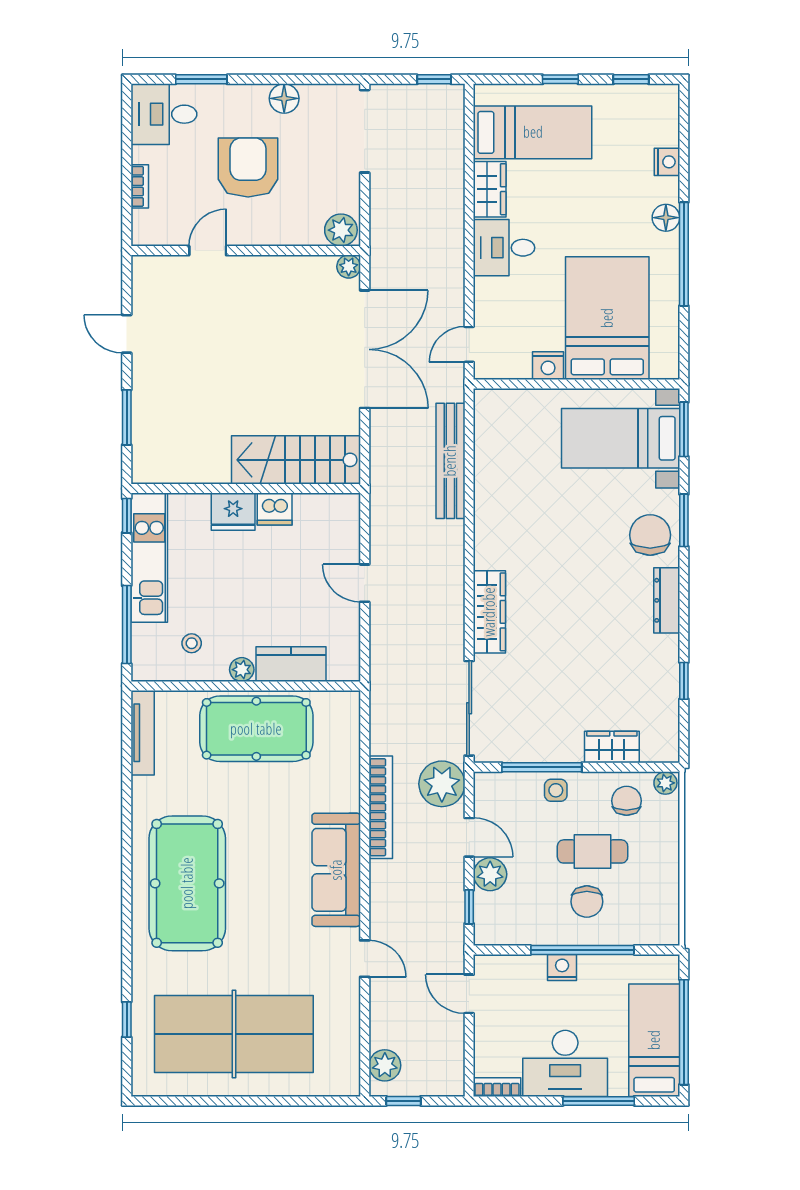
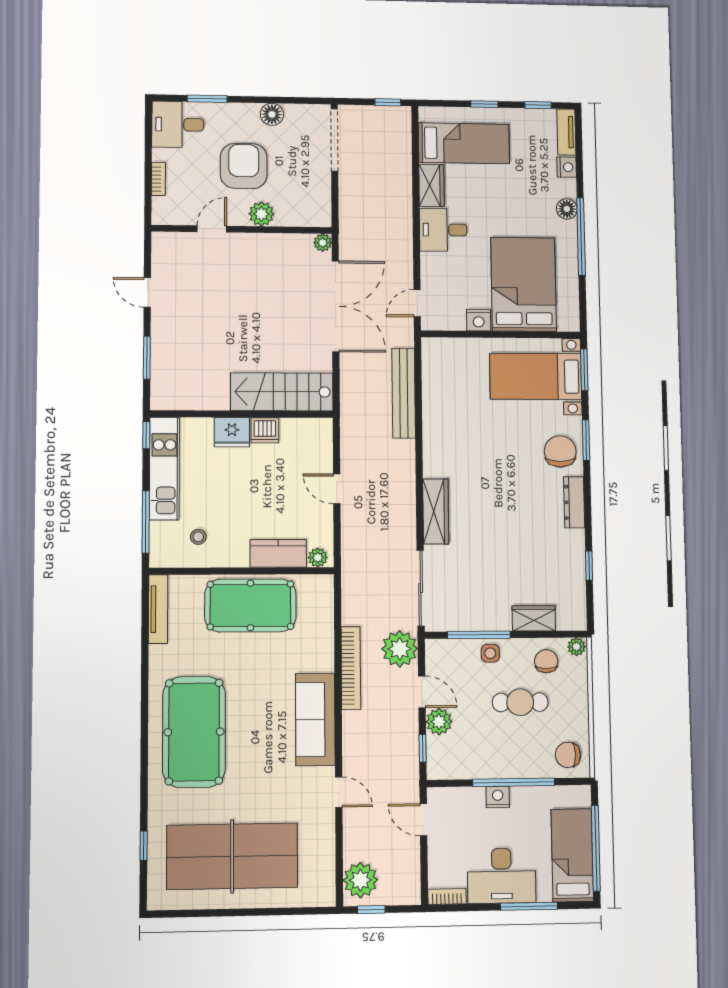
tv unit: (668, 115) -> (566, 132), added
plant: (341, 230) -> (261, 214), moved
plant: (242, 670) -> (318, 558), moved
chair: (587, 902) -> (568, 755), moved, turned 90
plant: (385, 1065) -> (360, 880), width x1.36, depth x1.36

